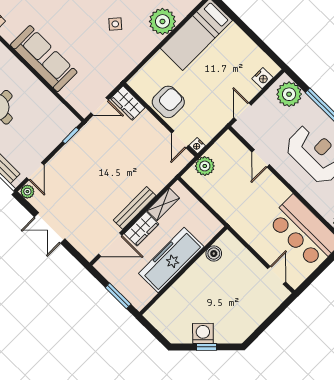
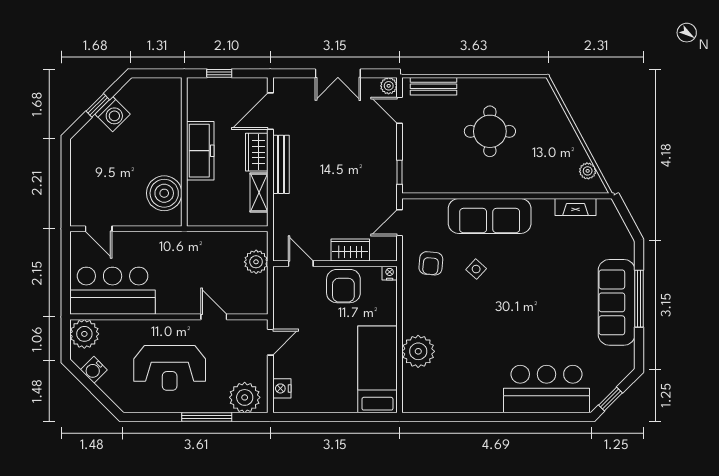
side table: (115, 24) -> (476, 269), moved
armchair: (105, 65) -> (431, 263), added
wardrobe: (128, 103) -> (350, 250), moved
door: (243, 111) -> (270, 342), hinge flipped
nightstand: (197, 146) -> (390, 273), moved
double door: (50, 228) -> (338, 73), swing flipped
boiler: (214, 254) -> (164, 193), width x1.86, depth x1.86
freezer: (171, 260) -> (200, 151), width x0.73, depth x0.79
window: (118, 296) -> (219, 73), width x0.67

